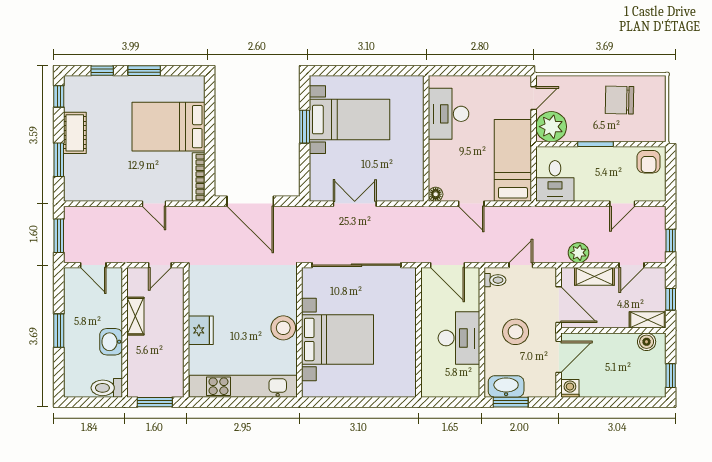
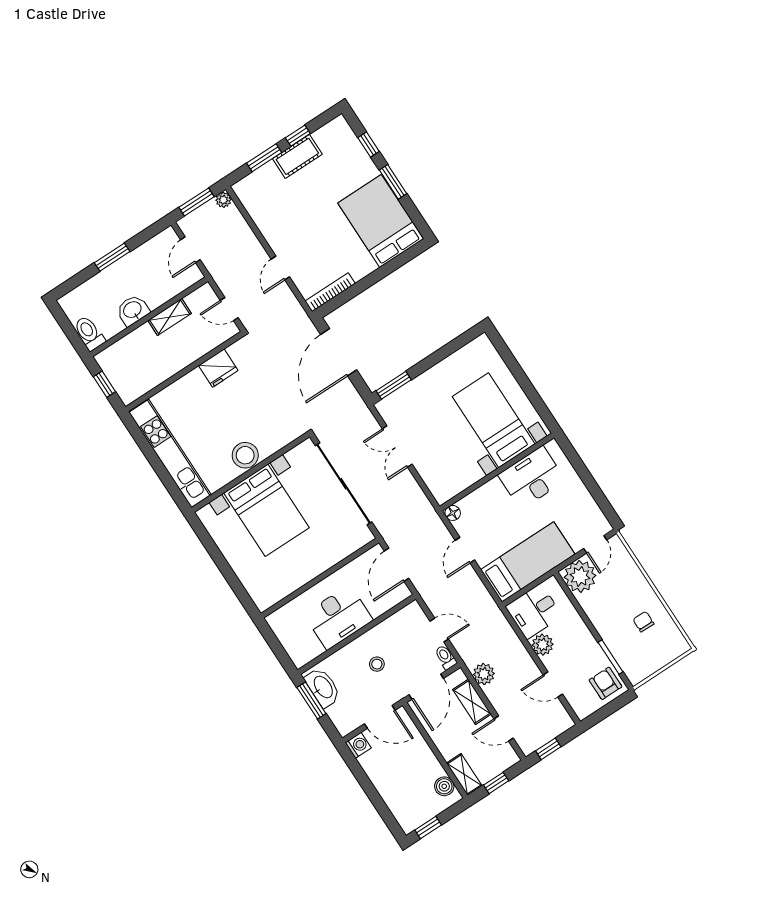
window: (59, 96) -> (298, 136), moved
door: (534, 98) -> (595, 544), hinge flipped
chair: (619, 100) -> (643, 622), width x0.54, depth x0.54
bed with nightstands: (350, 120) -> (494, 420), moved, turned 180
bed: (169, 127) -> (381, 221), moved
window: (305, 127) -> (394, 385), moved
window: (596, 144) -> (611, 657), moved
armchair: (649, 162) -> (605, 683), turned 90
plant: (586, 191) -> (543, 645), added
double door: (355, 204) -> (397, 447), swing flipped
plant: (71, 213) -> (223, 200), added
toilet: (495, 280) -> (446, 657), moved, turned 180
fridge: (201, 330) -> (218, 368), moved
stool: (516, 332) -> (377, 664), width x0.53, depth x0.53
window: (155, 402) -> (104, 384), width x0.67

